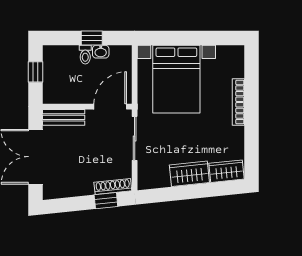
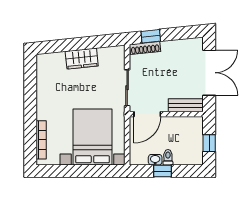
bookcase: (238, 102) -> (41, 140), moved
wardrobe: (226, 171) -> (51, 61), removed

